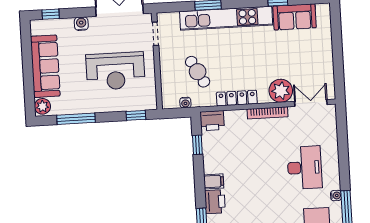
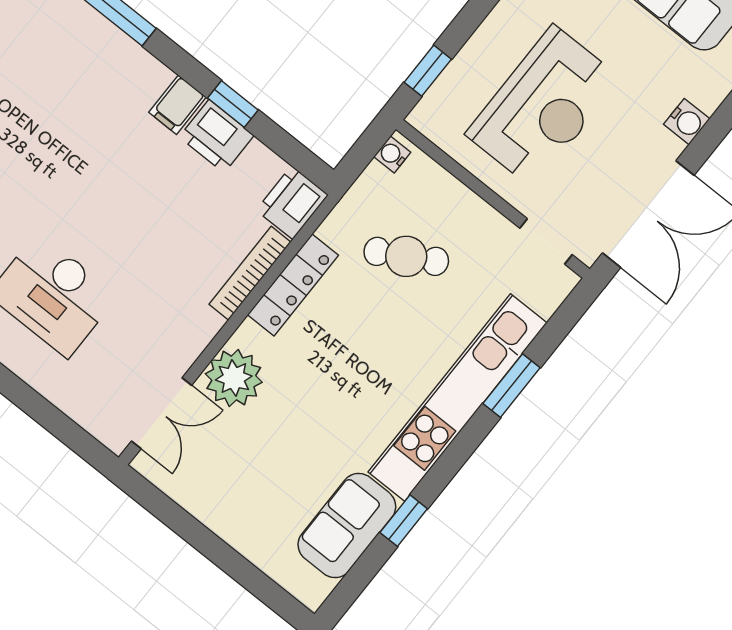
reception desk: (115, 71) -> (543, 106), turned 180
water cooler: (185, 103) -> (392, 155), moved
bookcase: (268, 113) -> (250, 273), moved
window: (197, 145) -> (233, 104), moved
printer: (215, 202) -> (217, 136), moved

